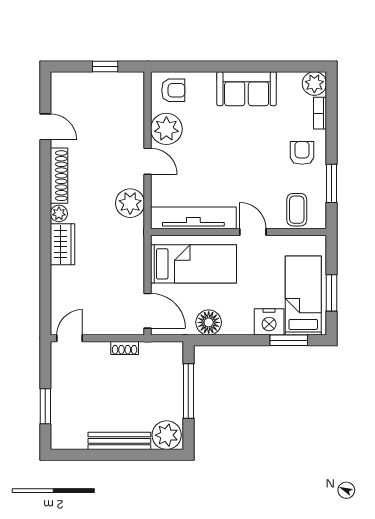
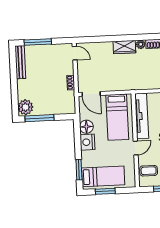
plant: (130, 203) -> (148, 82), removed
door: (148, 311) -> (91, 94), hinge flipped
nightstand: (269, 322) -> (87, 142), moved
window: (188, 391) -> (39, 118), moved
window: (45, 406) -> (38, 42), width x1.44
bench: (119, 441) -> (20, 62), moved

